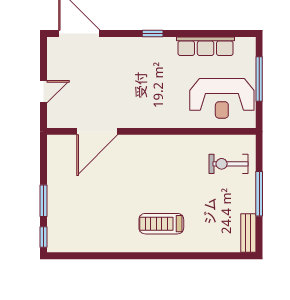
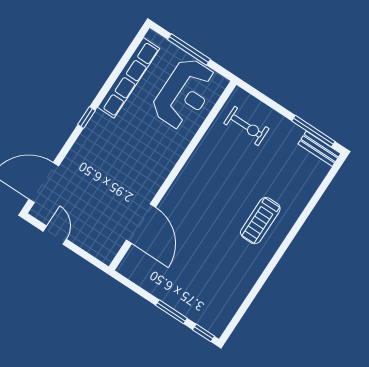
row of seats: (206, 46) -> (129, 78), width x1.36
door: (44, 92) -> (55, 235), moved
exercise bike: (229, 164) -> (246, 126), turned -90
window: (259, 194) -> (313, 131), moved

